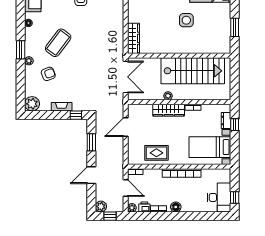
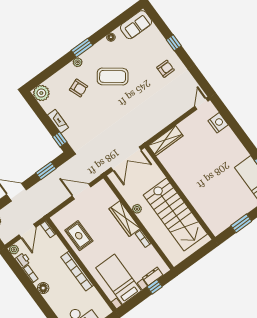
side table: (186, 20) -> (216, 176), removed

